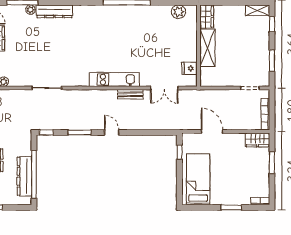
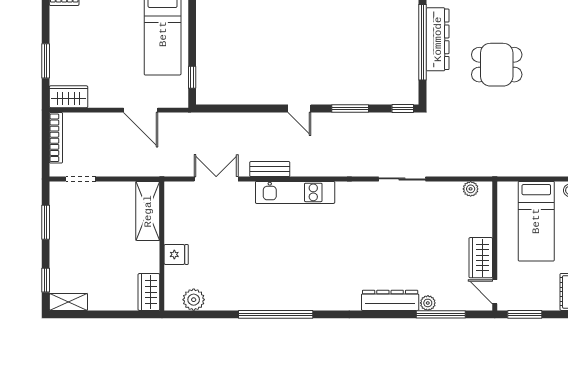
shelving: (207, 48) -> (148, 211), moved
fridge: (189, 68) -> (176, 254), moved

